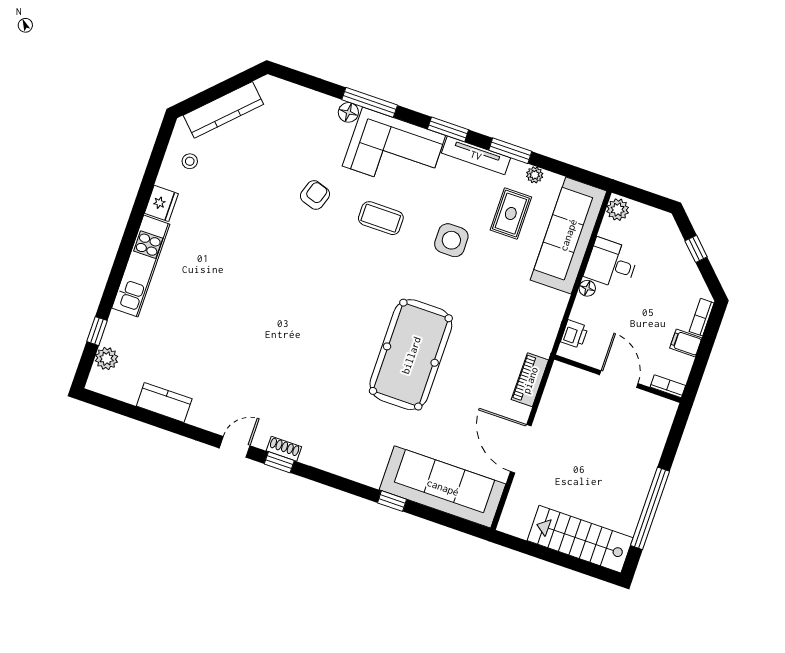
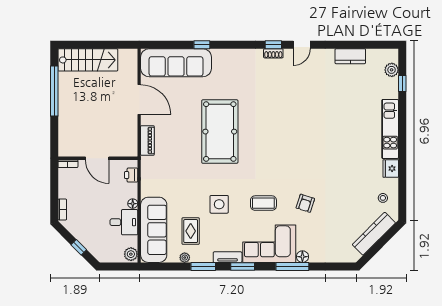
tv unit: (476, 155) -> (228, 257), width x0.71
filing cabinet: (686, 343) -> (66, 192), removed

